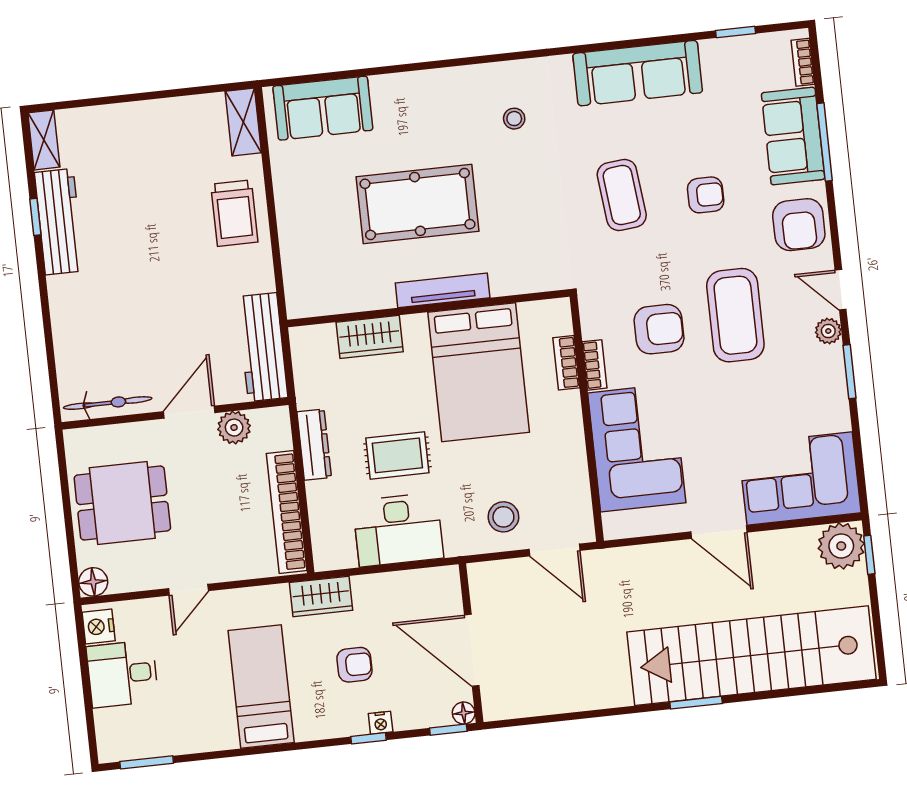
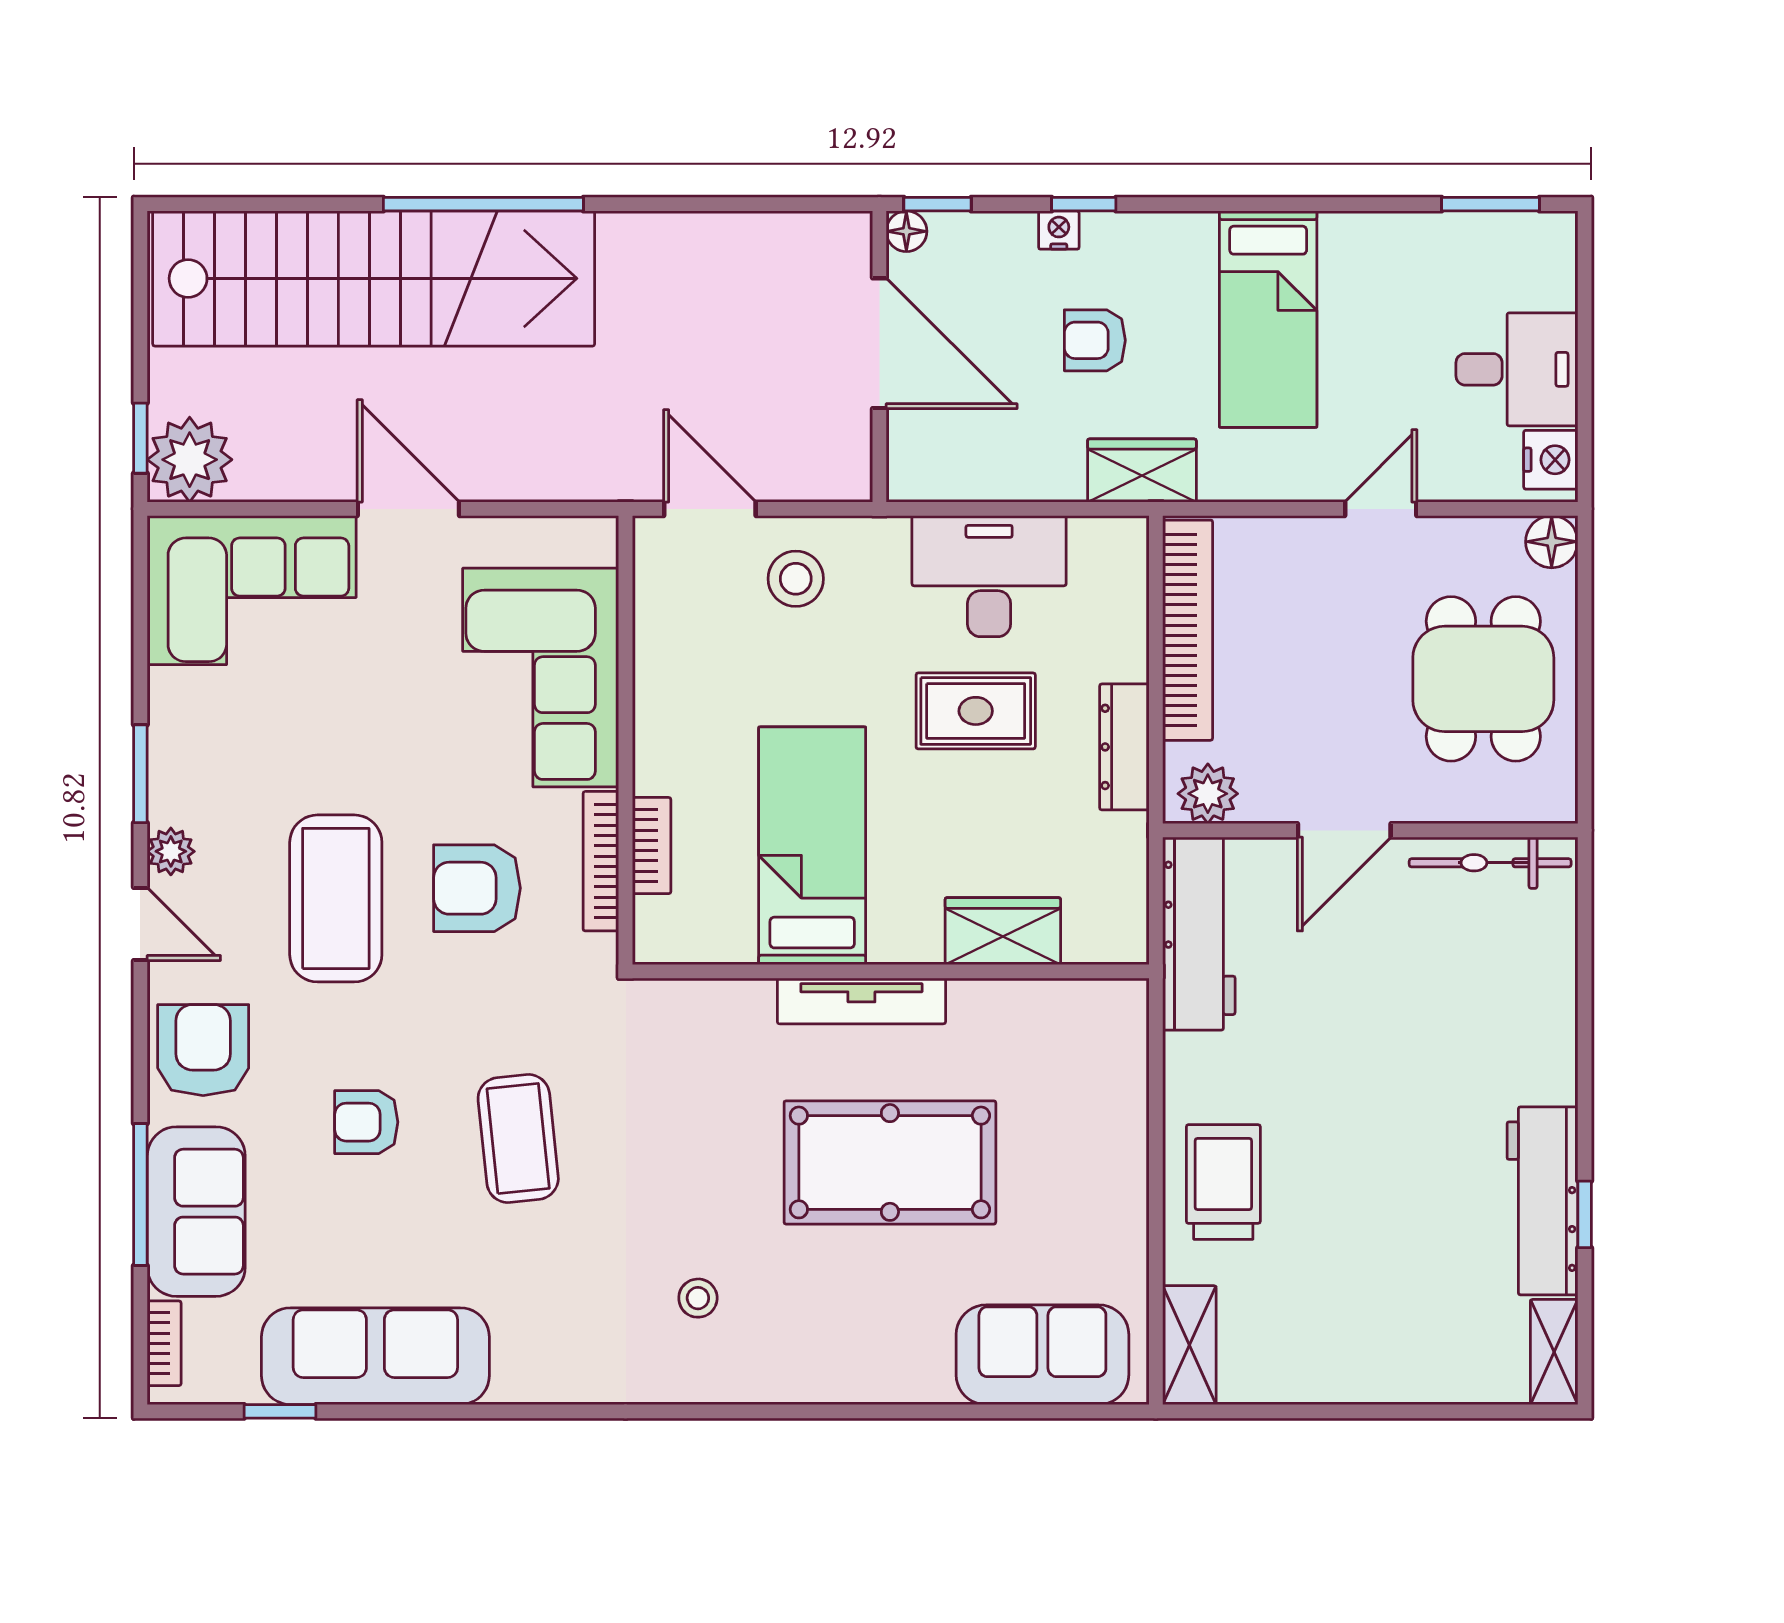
sofa: (638, 73) -> (375, 1356), moved
bookcase: (594, 365) -> (601, 861), width x1.56
bed: (479, 372) -> (812, 846), width x0.67
plant: (234, 428) -> (1208, 794), moved
dining table: (122, 503) -> (1483, 679), turned 90
window: (696, 703) -> (483, 204), width x2.11

